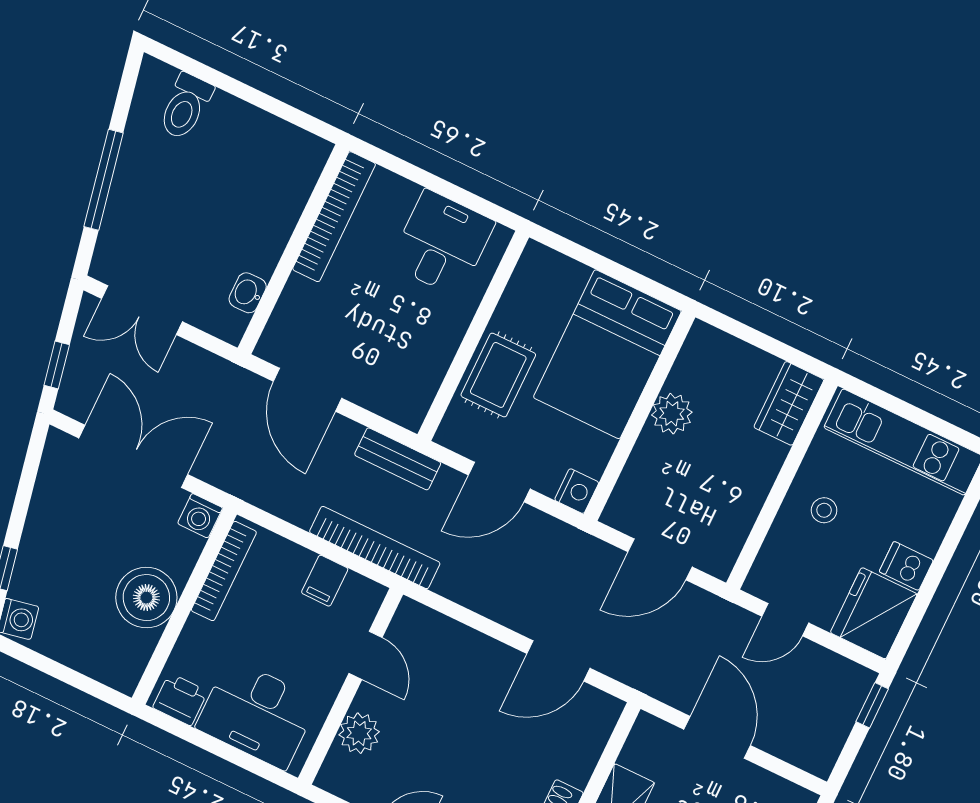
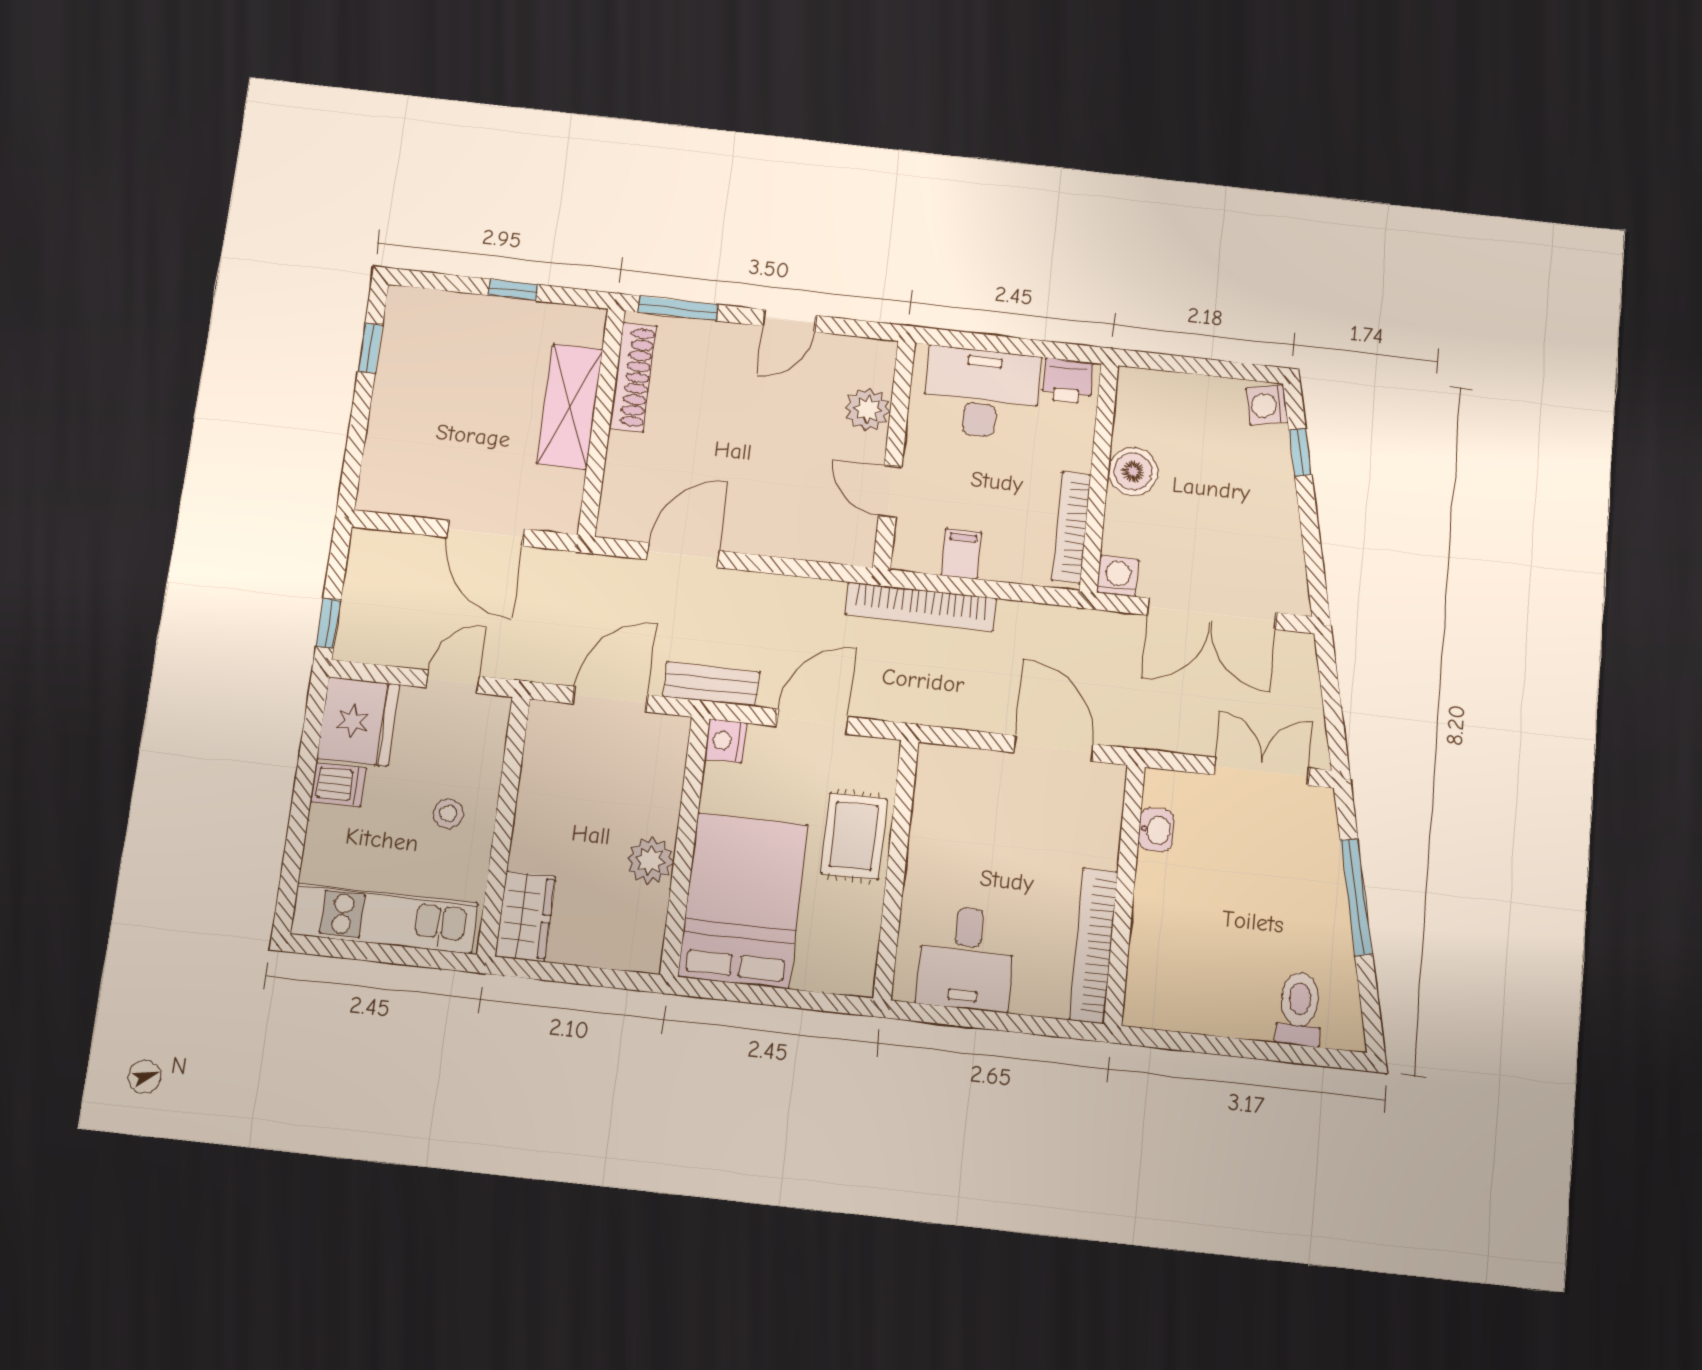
window: (57, 365) -> (1329, 681), removed
bench: (398, 459) -> (711, 684), moved
boiler: (146, 598) -> (1133, 471), width x0.73, depth x0.73

